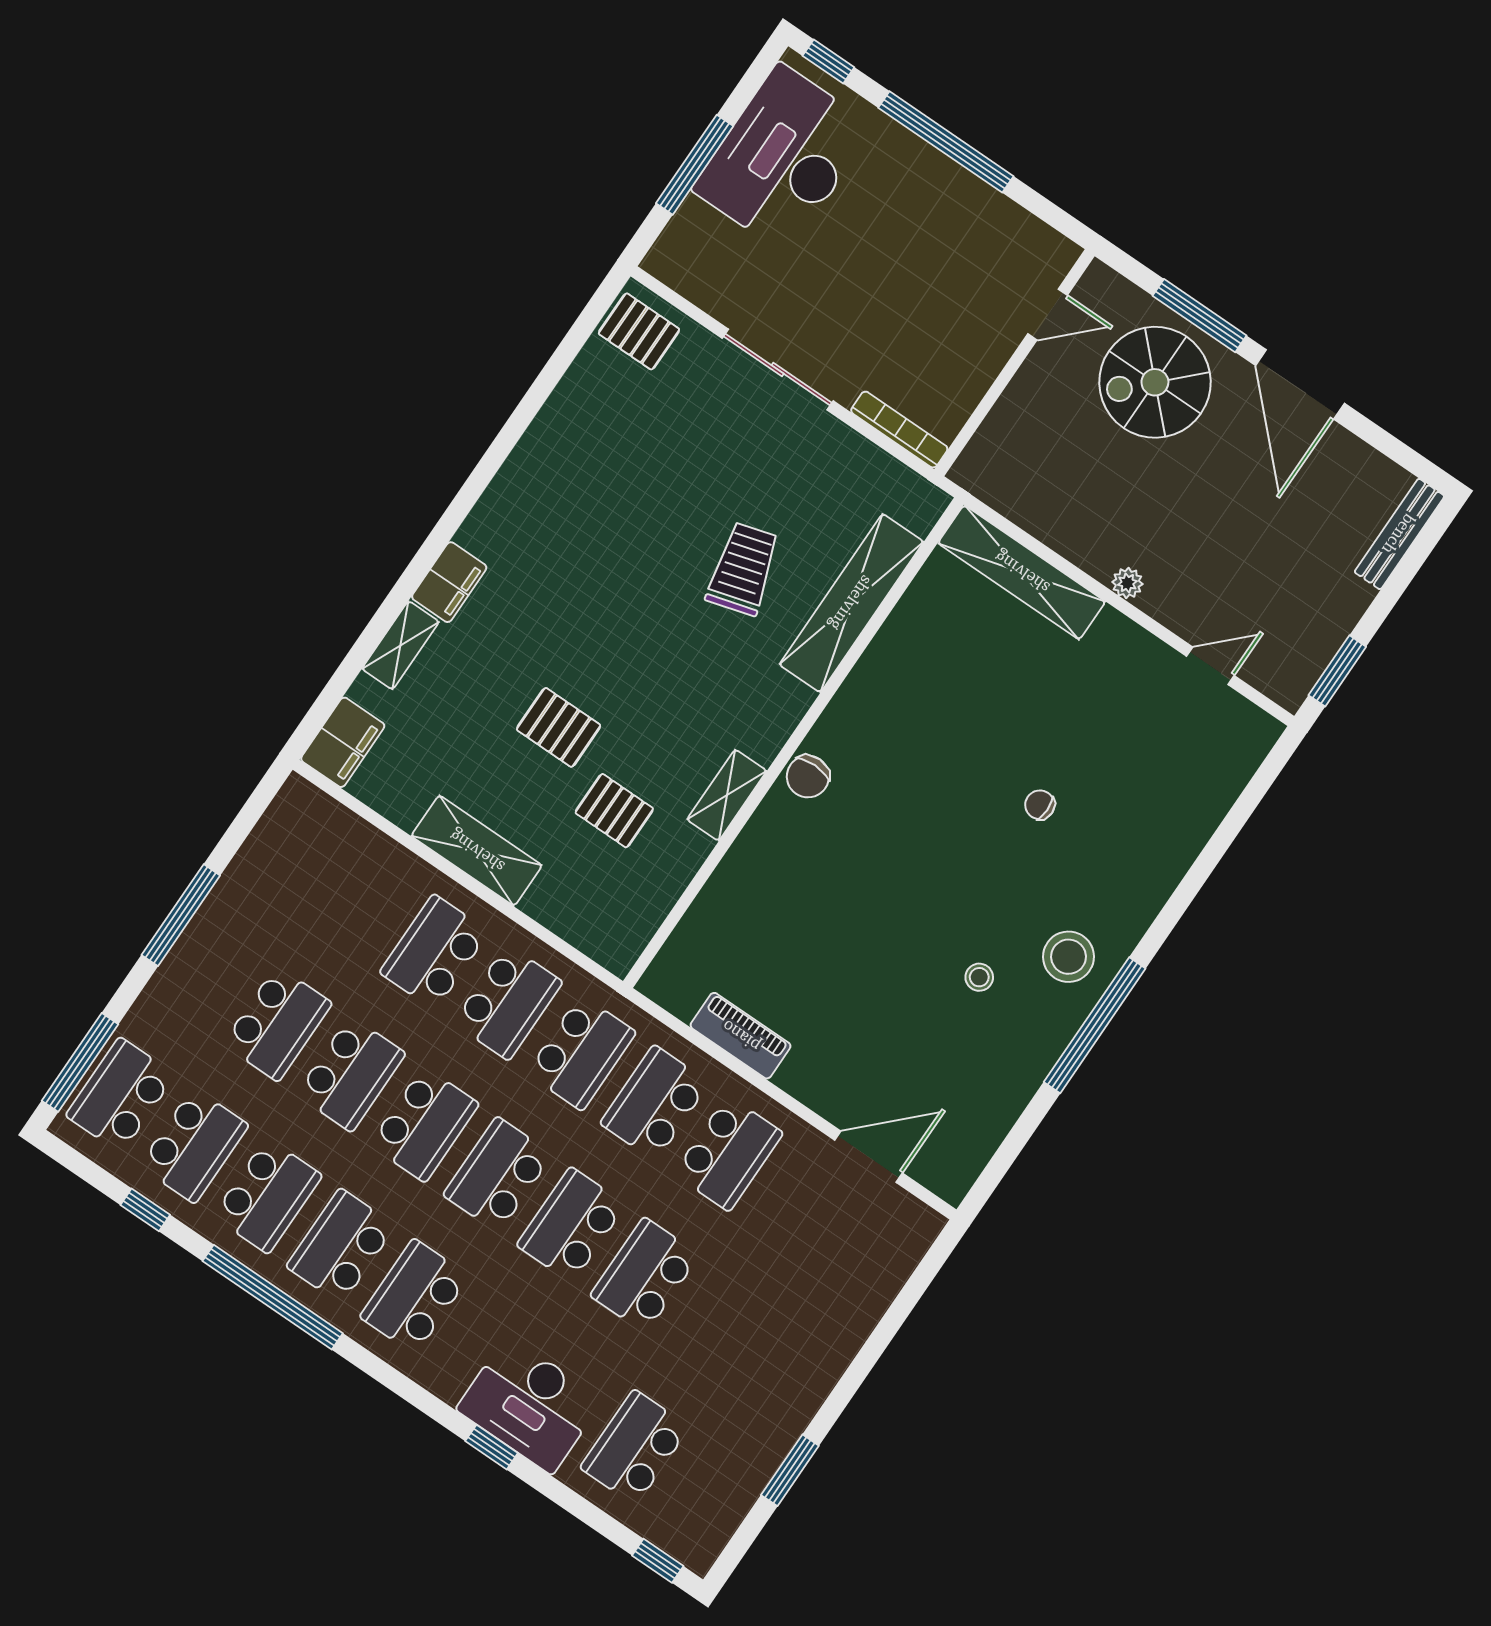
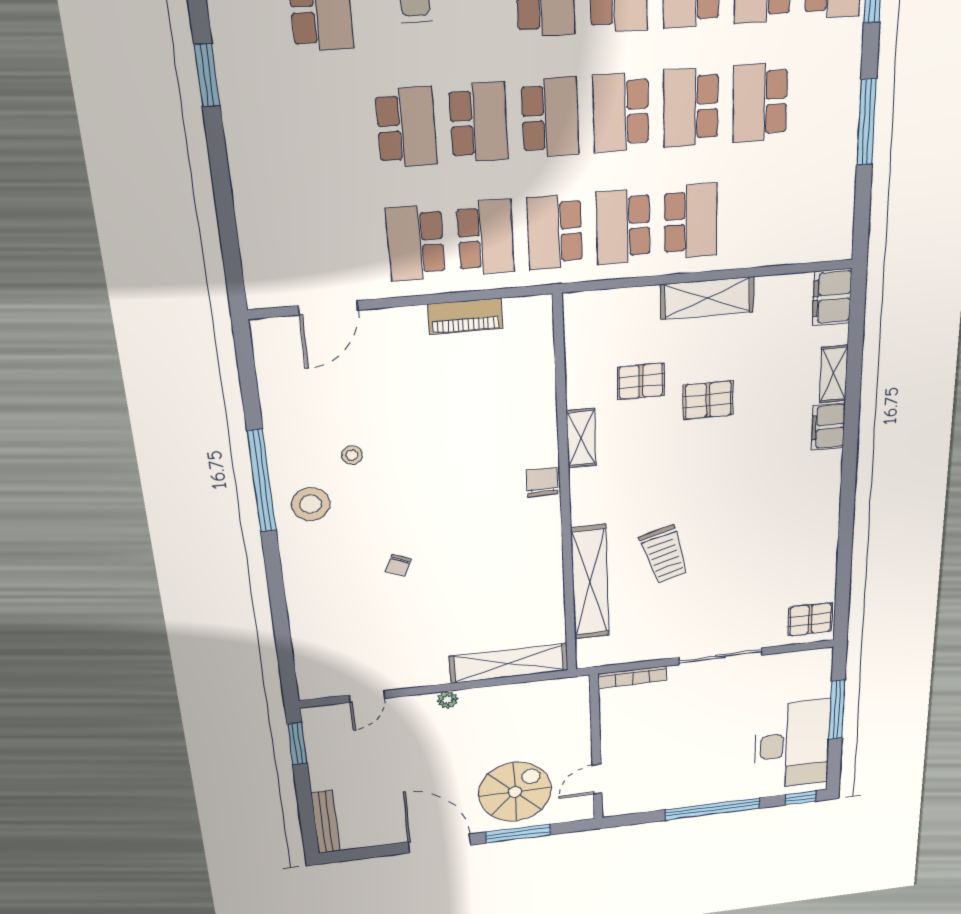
chair: (1040, 805) -> (398, 566), turned 114

